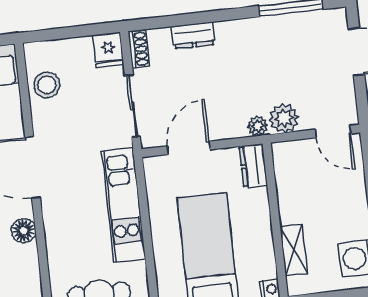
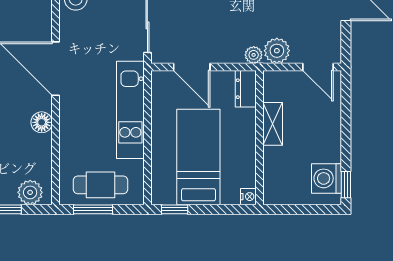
door: (189, 148) -> (192, 67), swing flipped
shelving: (294, 250) -> (273, 124), moved

